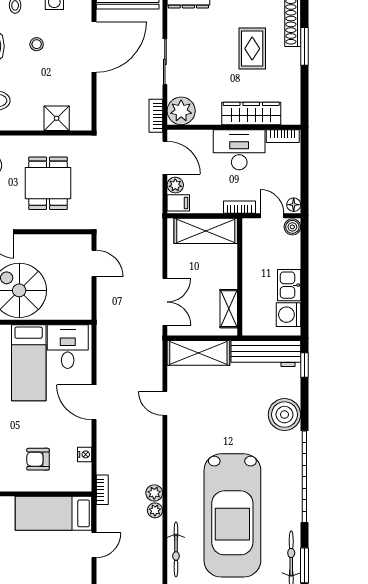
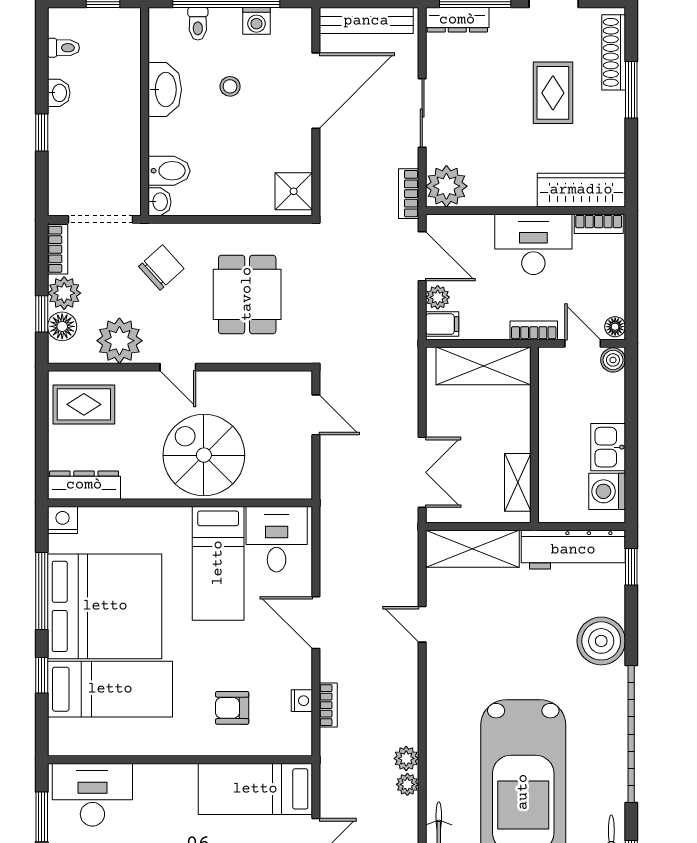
wardrobe: (251, 113) -> (581, 190), moved
shower: (57, 118) -> (294, 191), moved
bookcase: (102, 490) -> (328, 705), moved

